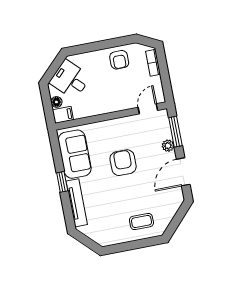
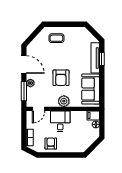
desk: (70, 80) -> (60, 121), moved, turned -135
plant: (112, 128) -> (64, 101), added
door: (183, 172) -> (24, 65), hinge flipped
window: (62, 182) -> (102, 59), moved

